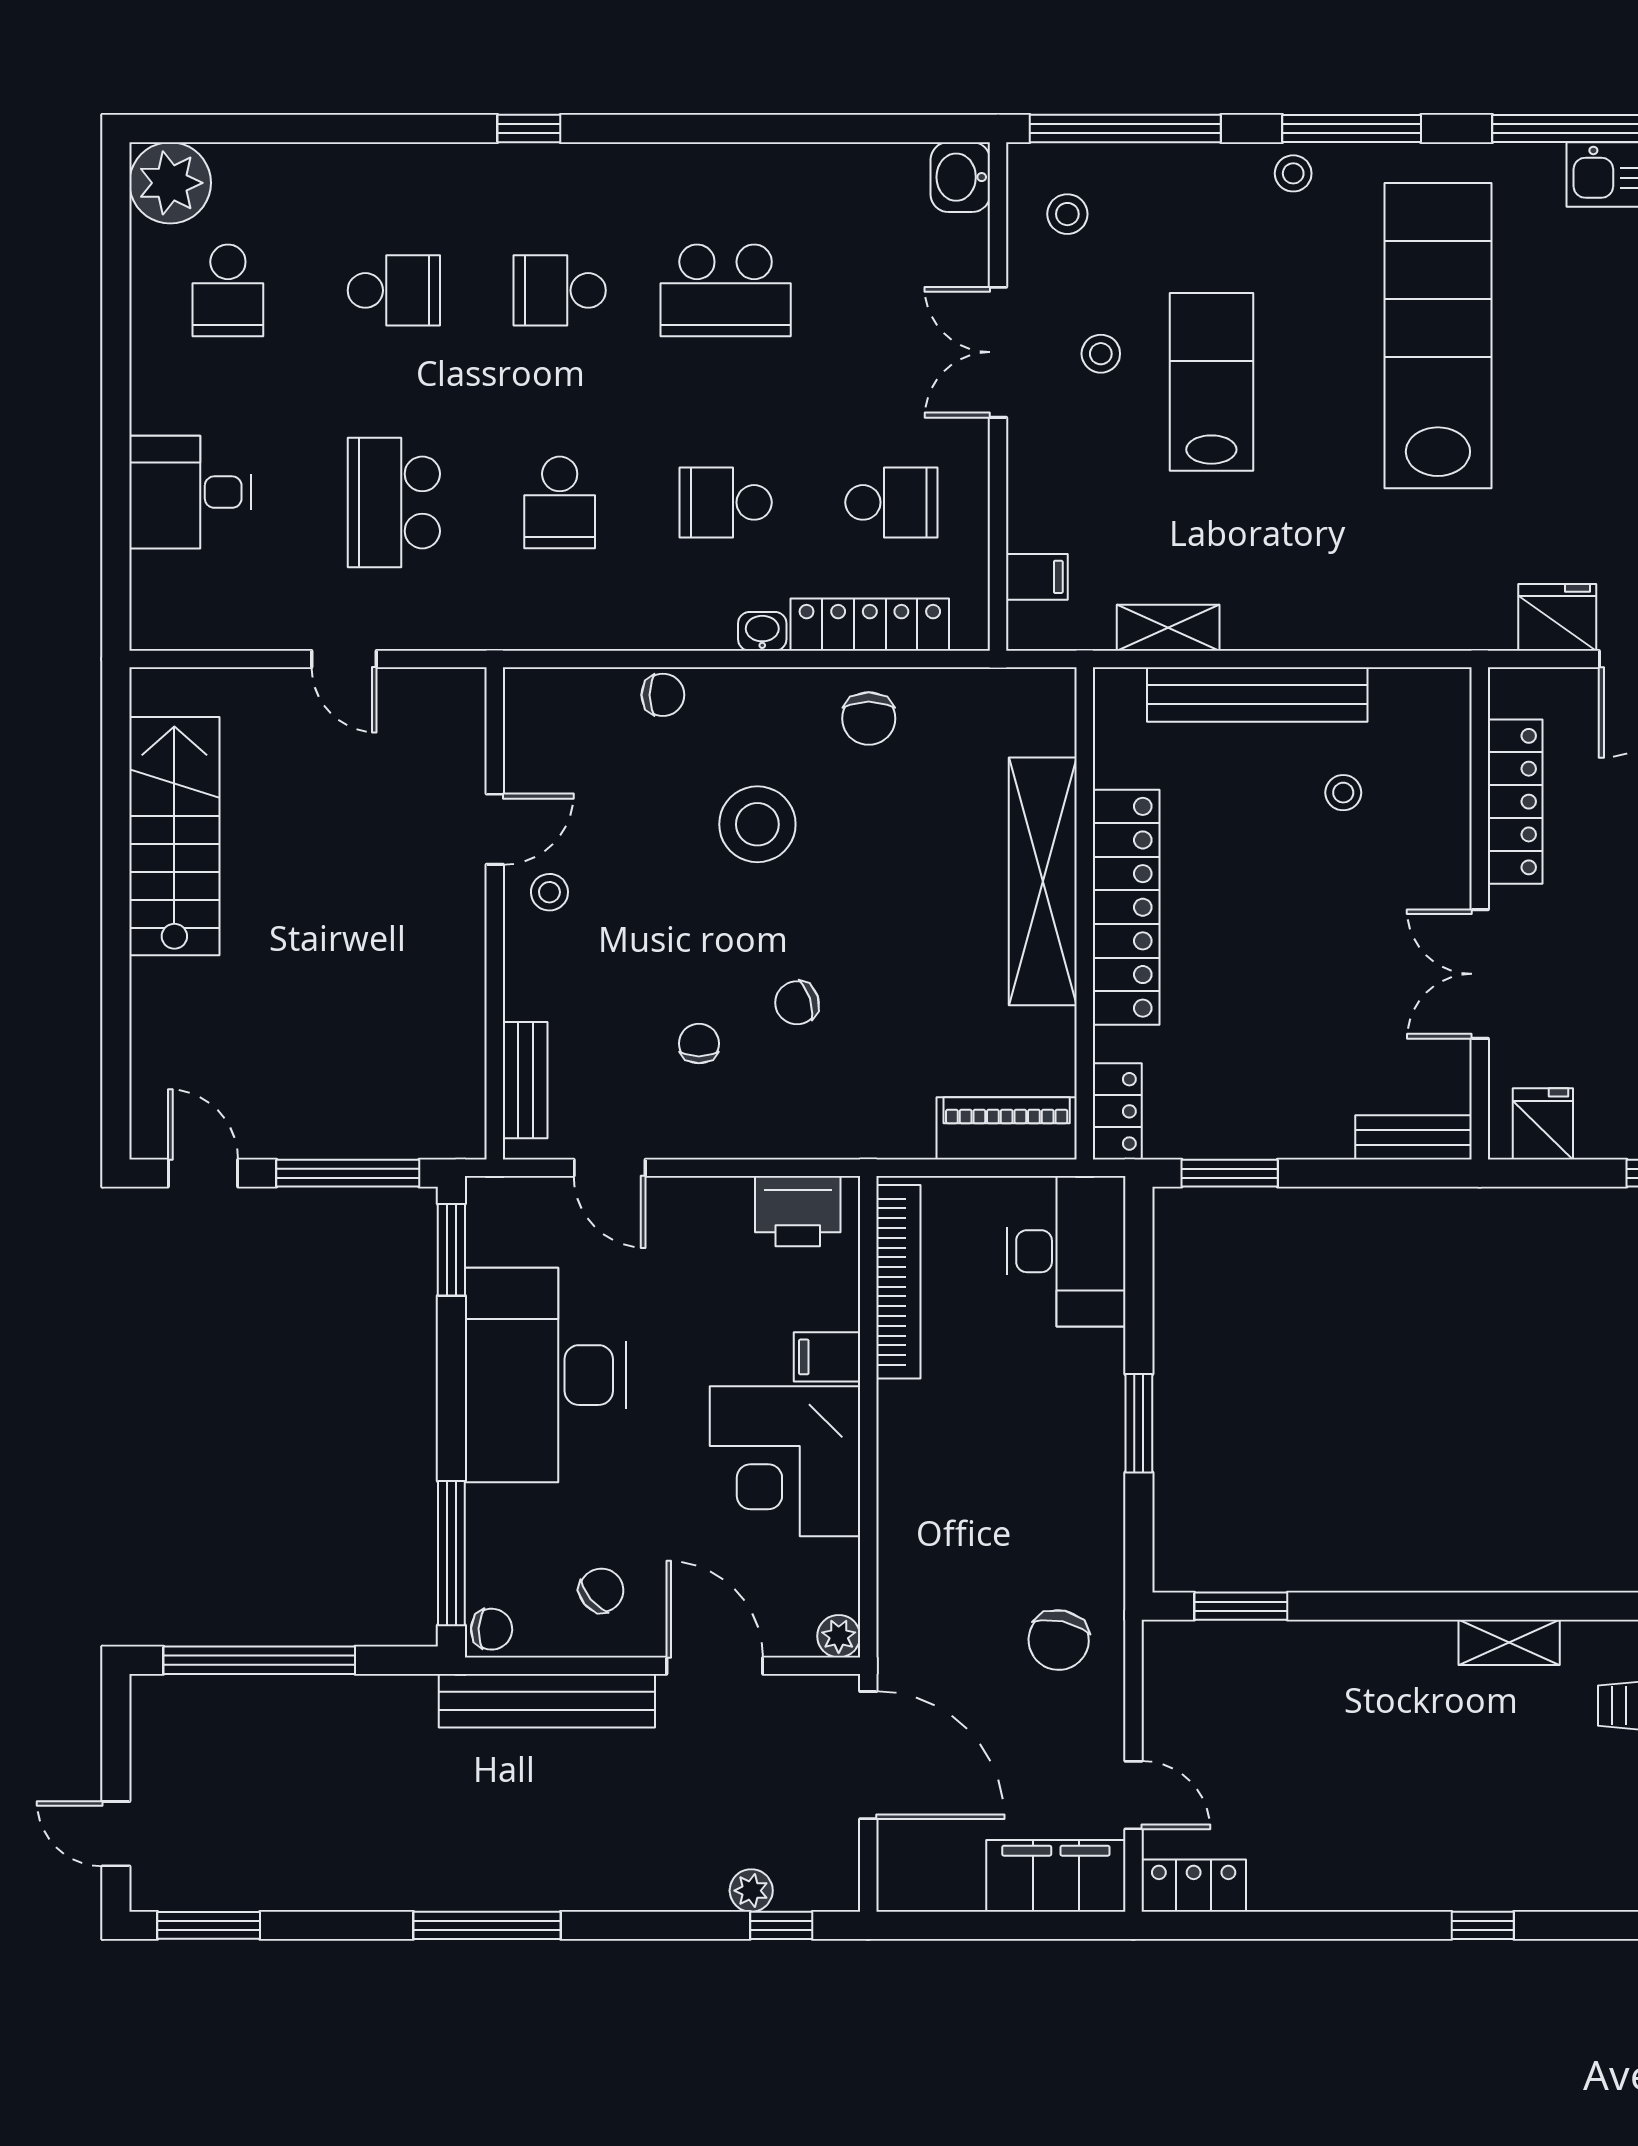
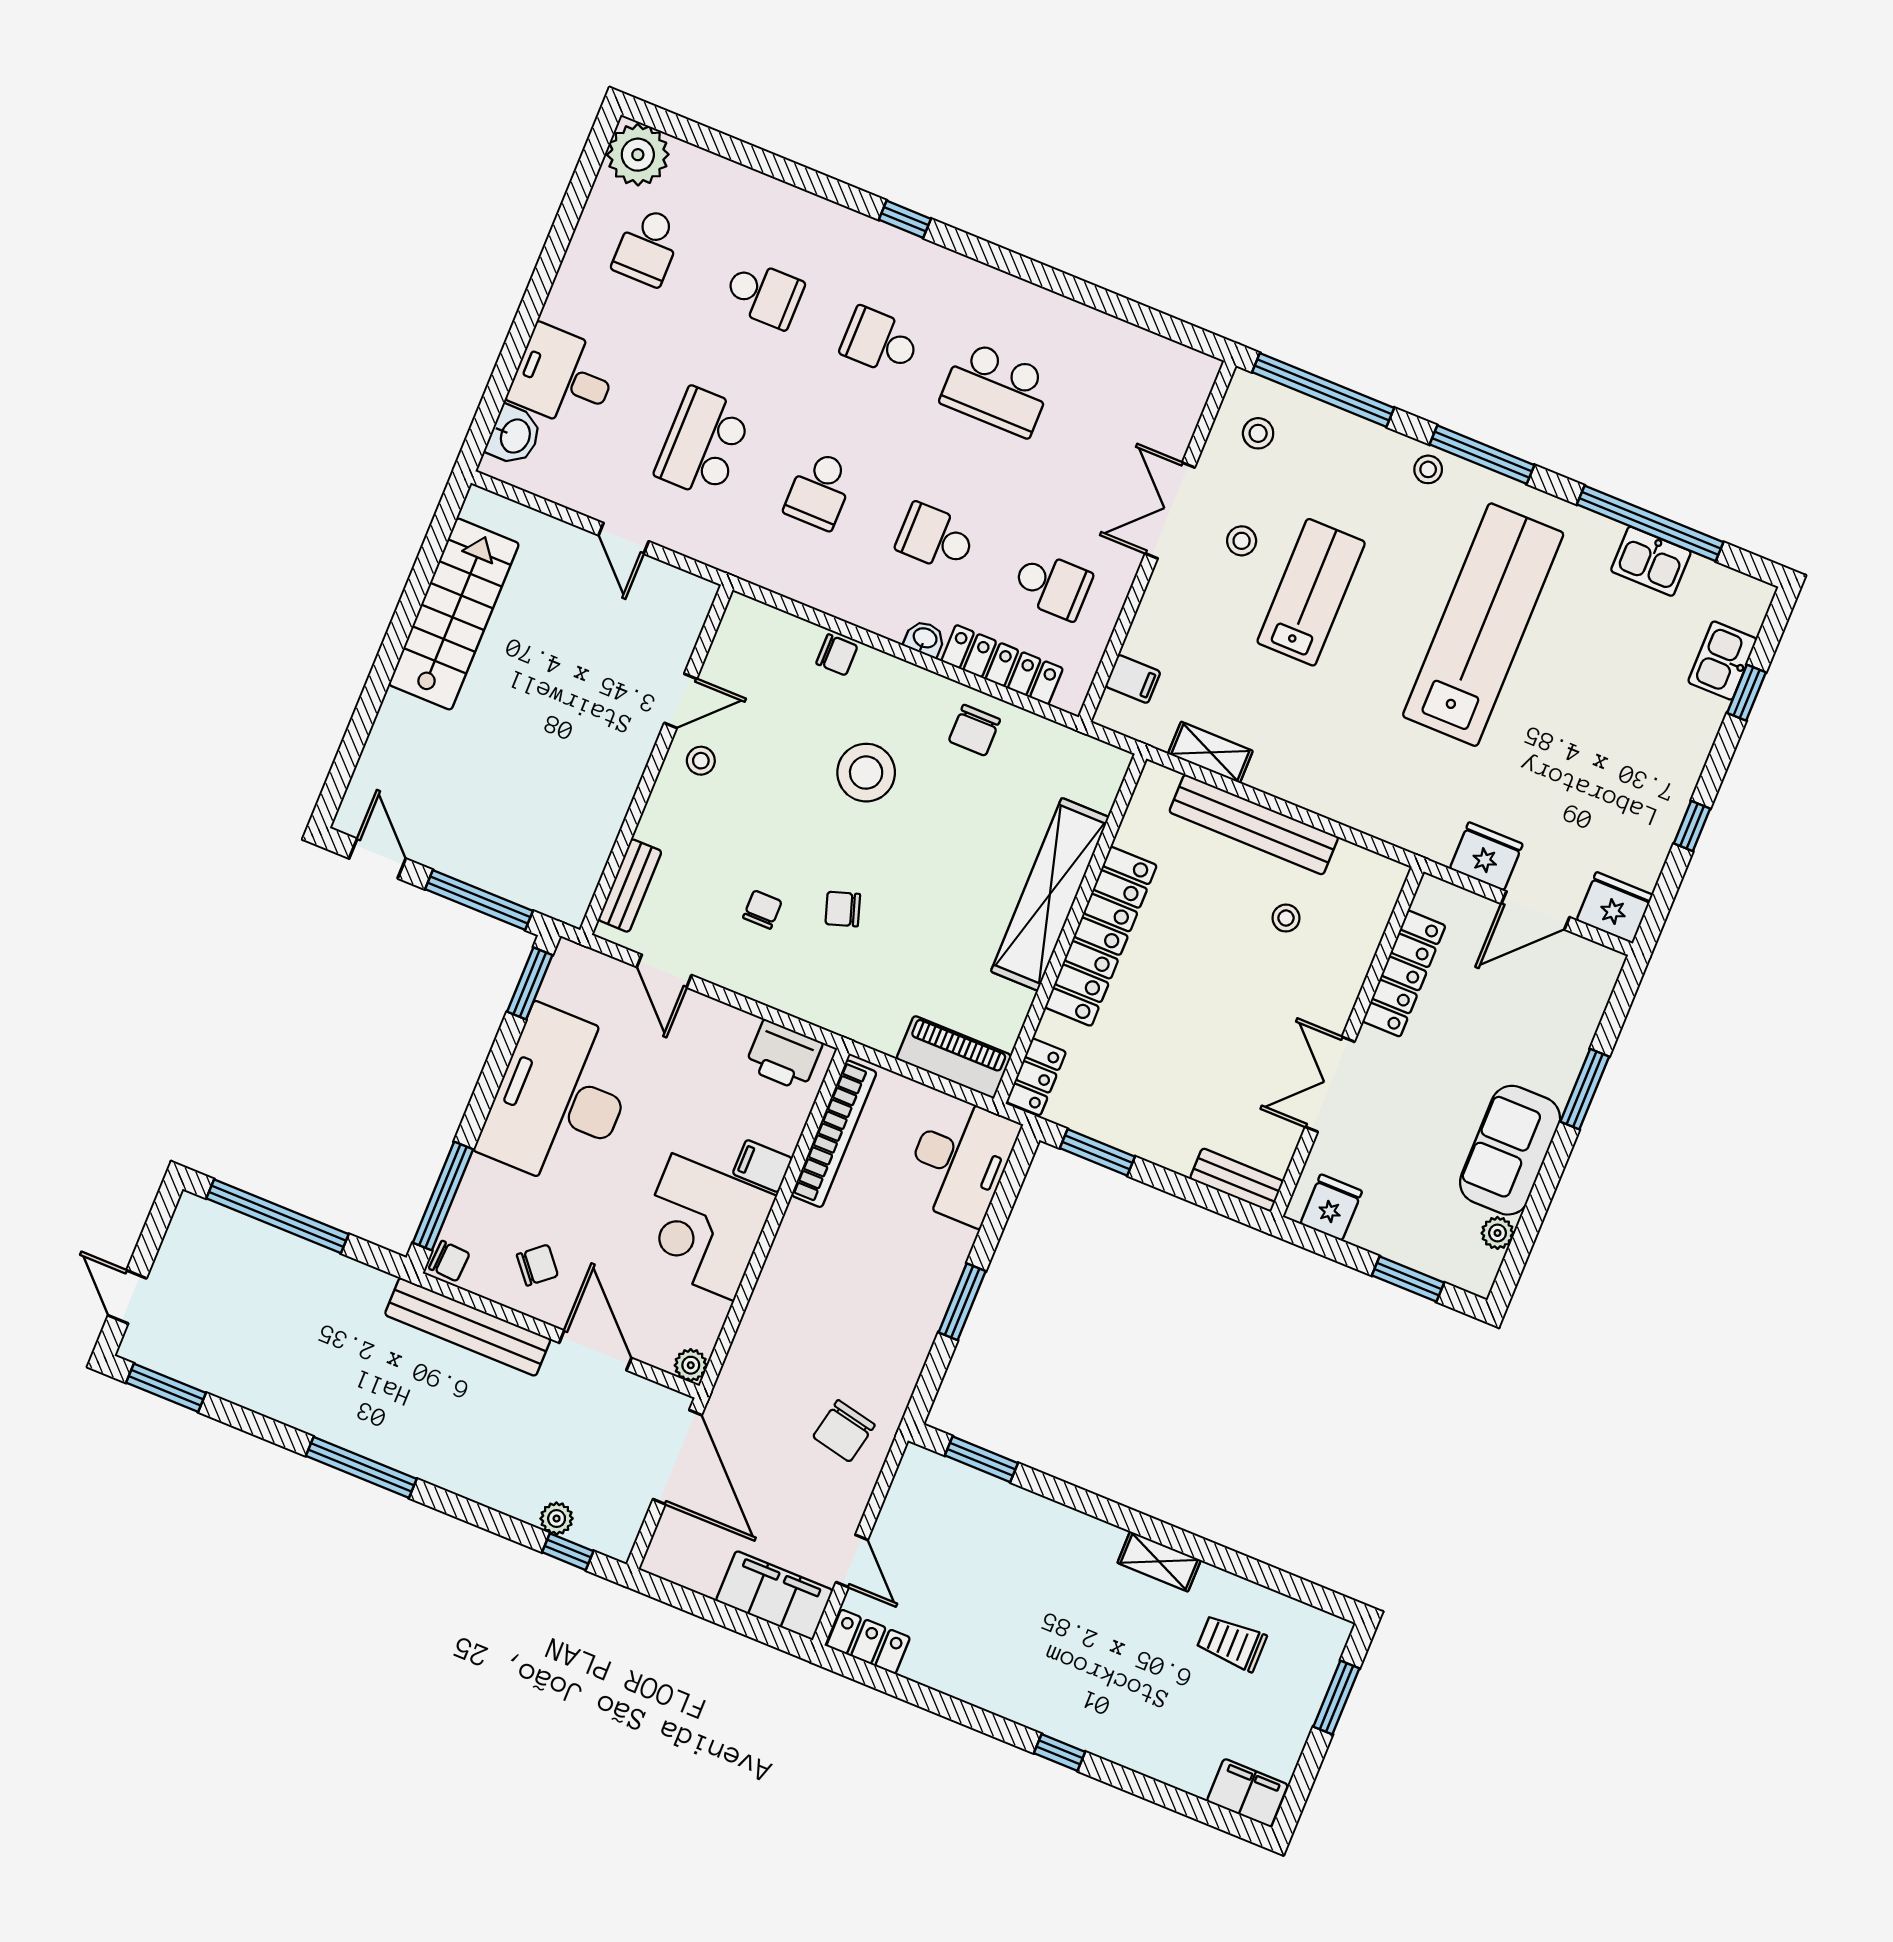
washbasin: (960, 177) -> (514, 436), moved, turned 180

